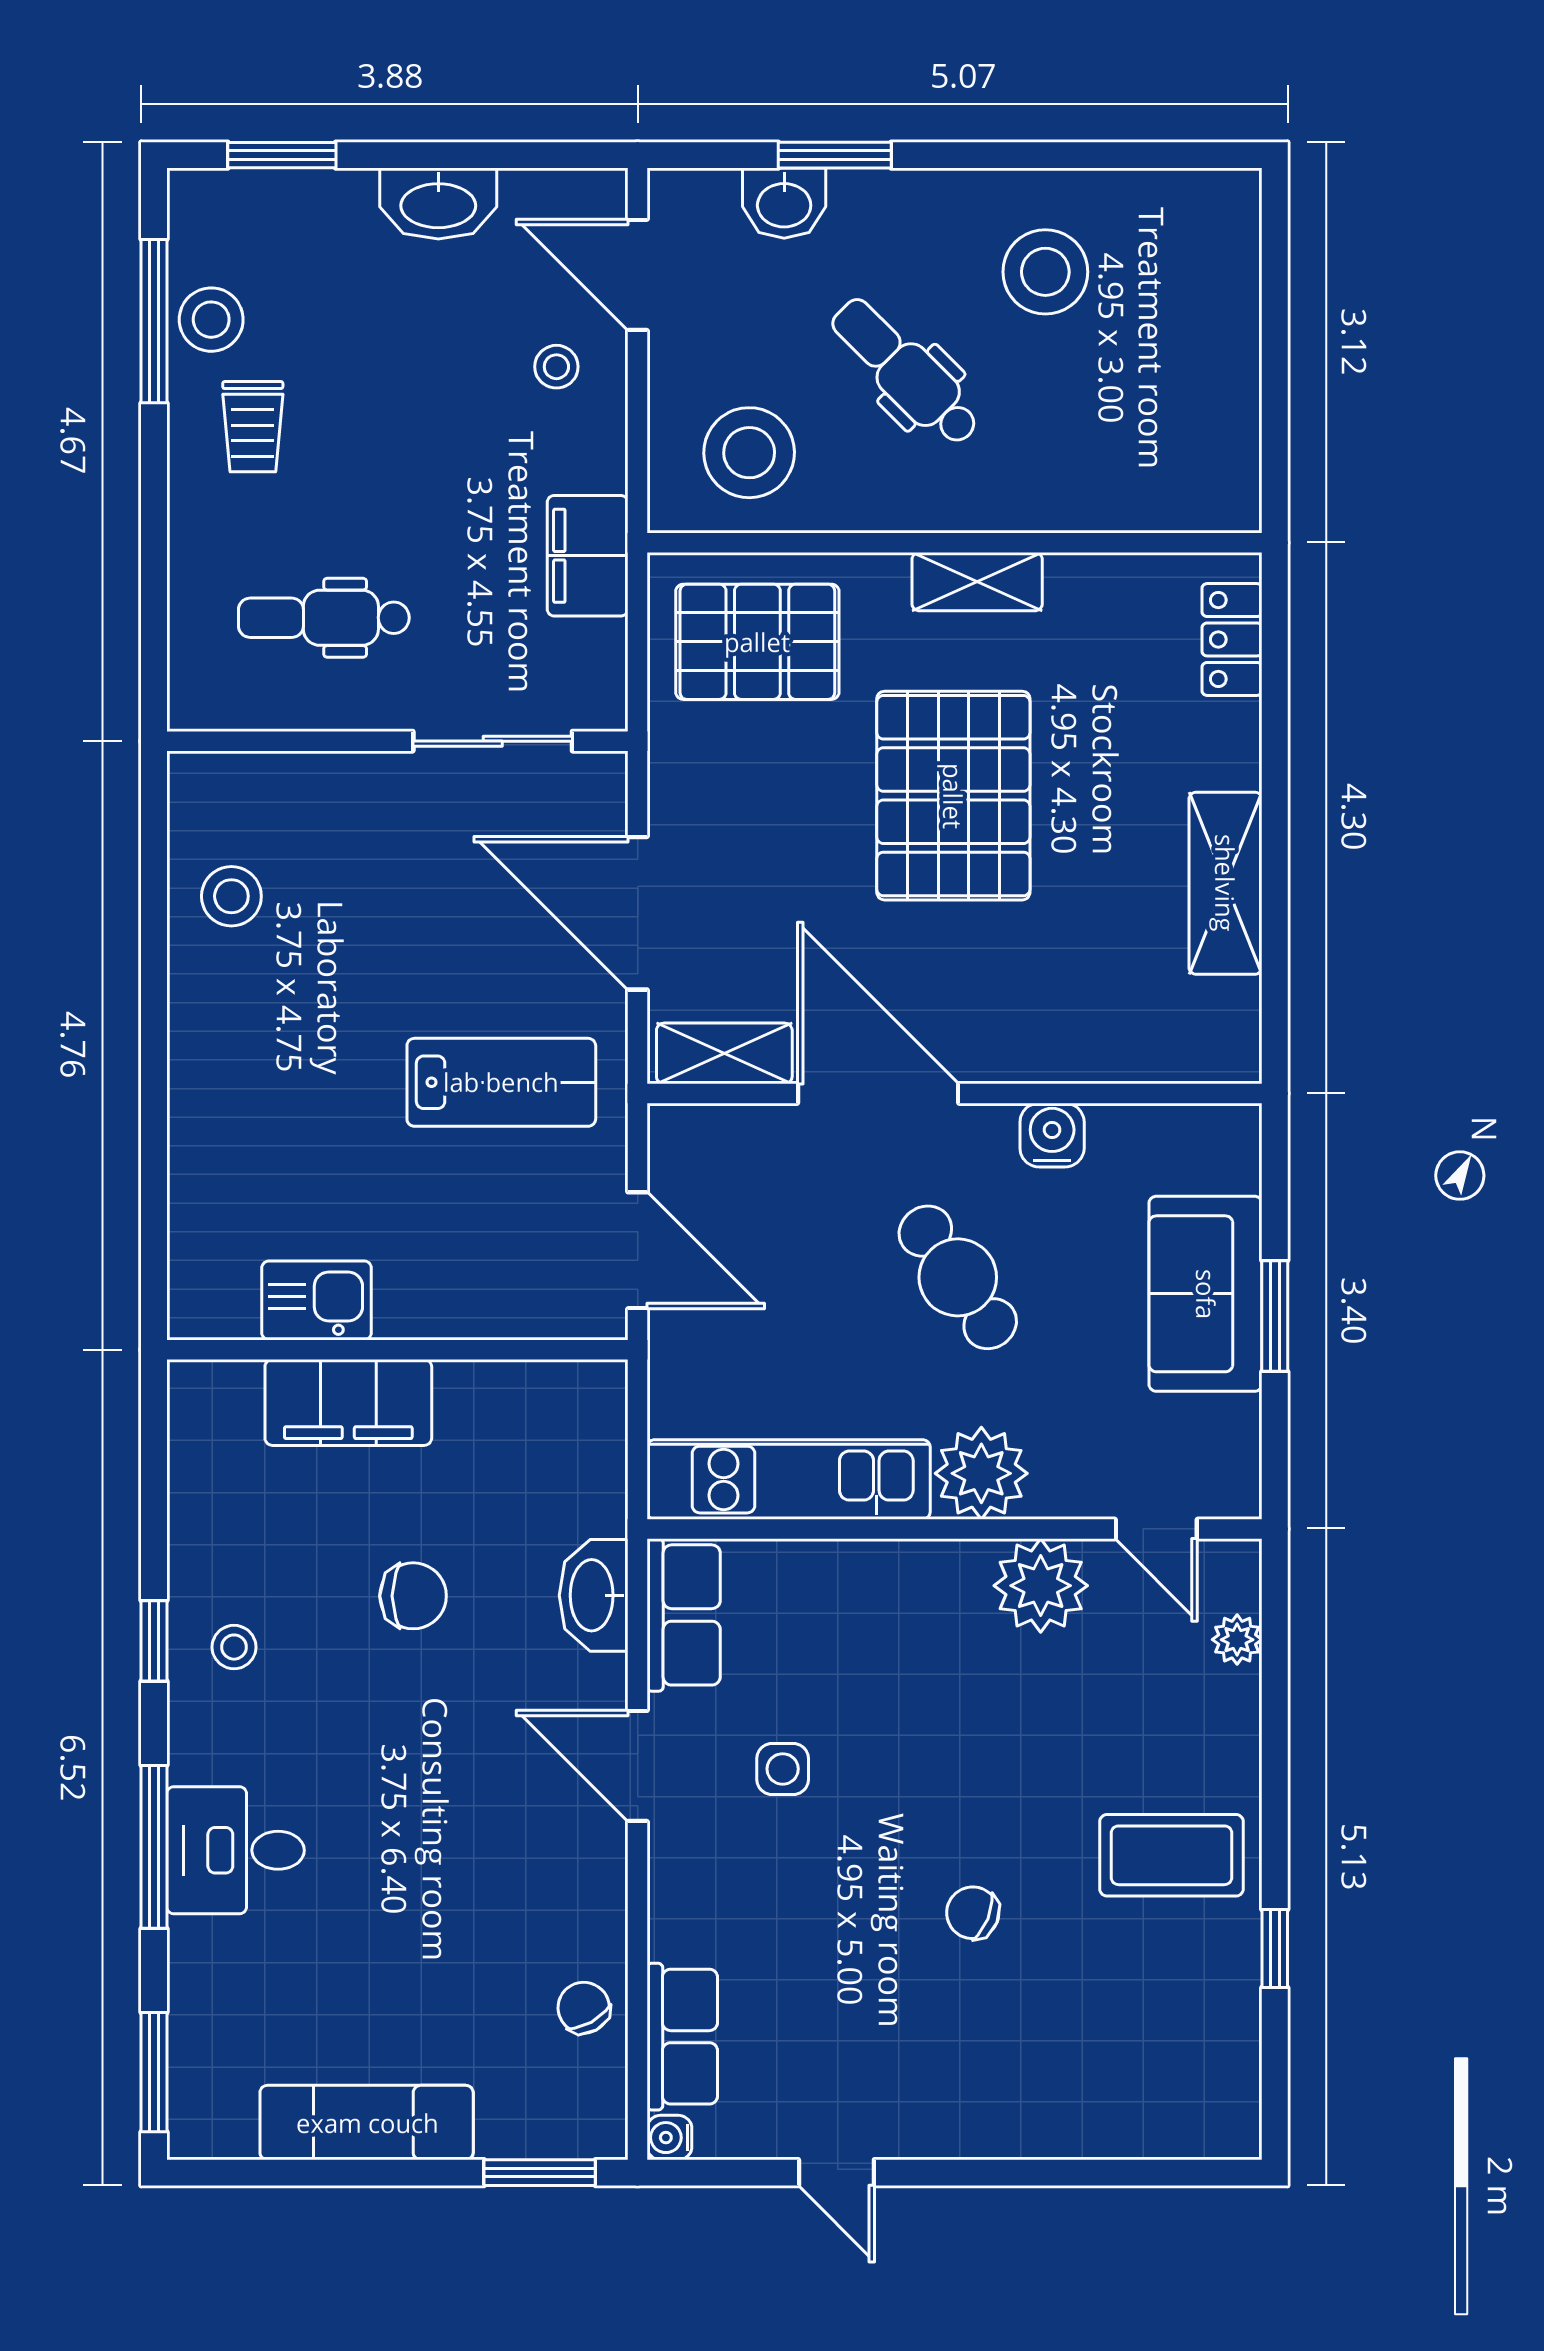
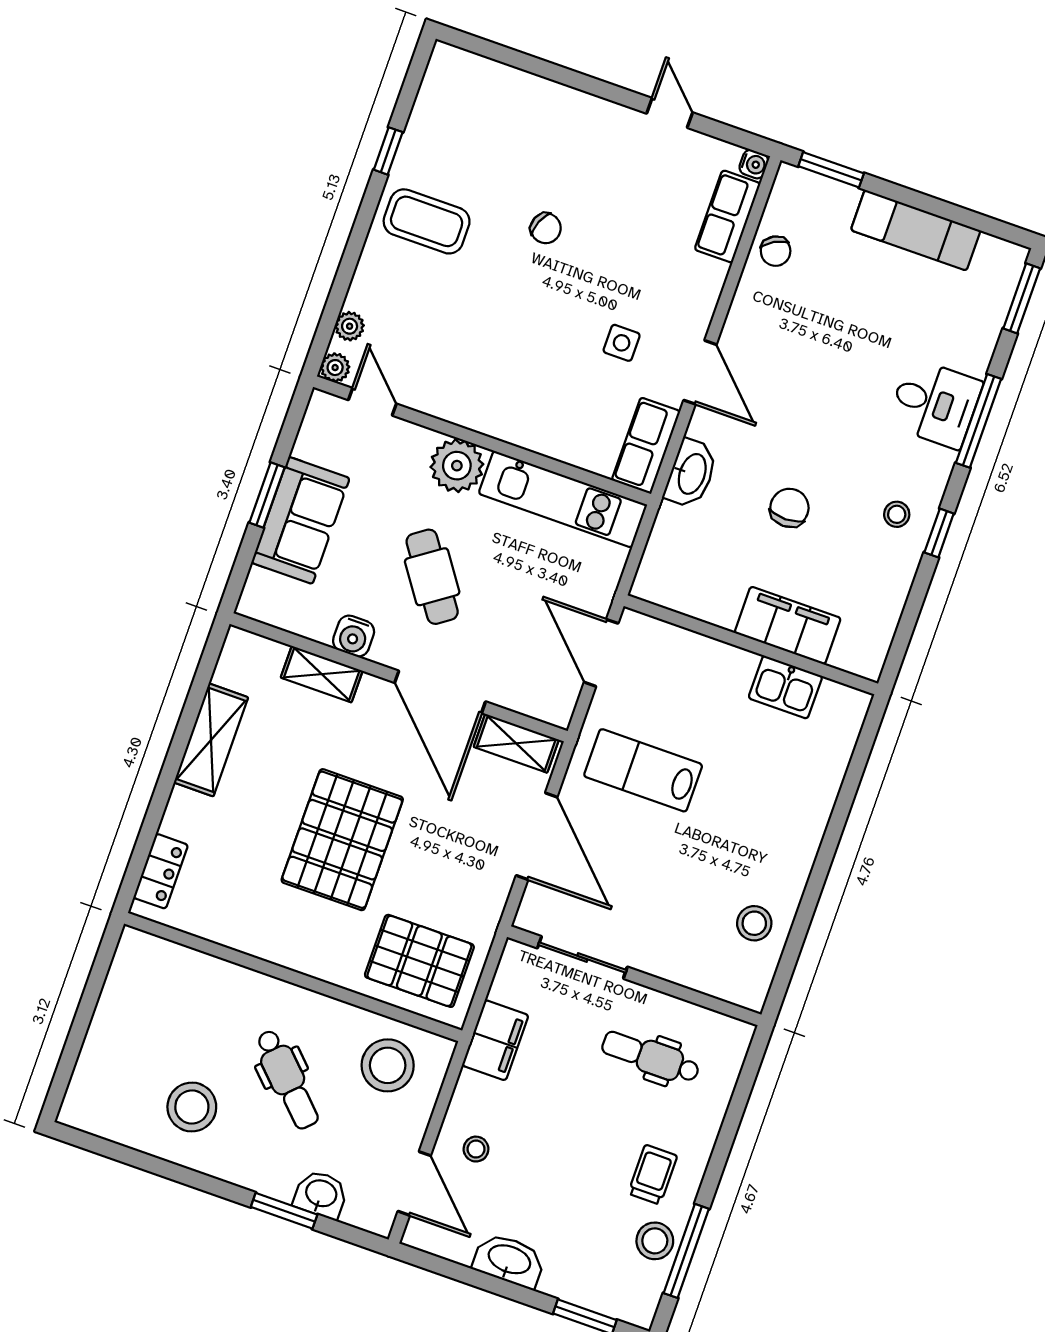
shelving: (977, 582) -> (322, 674), moved
dental chair: (324, 618) -> (651, 1057), turned 180
plant: (1041, 1586) -> (335, 368), moved, width x0.53, depth x0.53
chair: (413, 1596) -> (789, 508), turned 90

